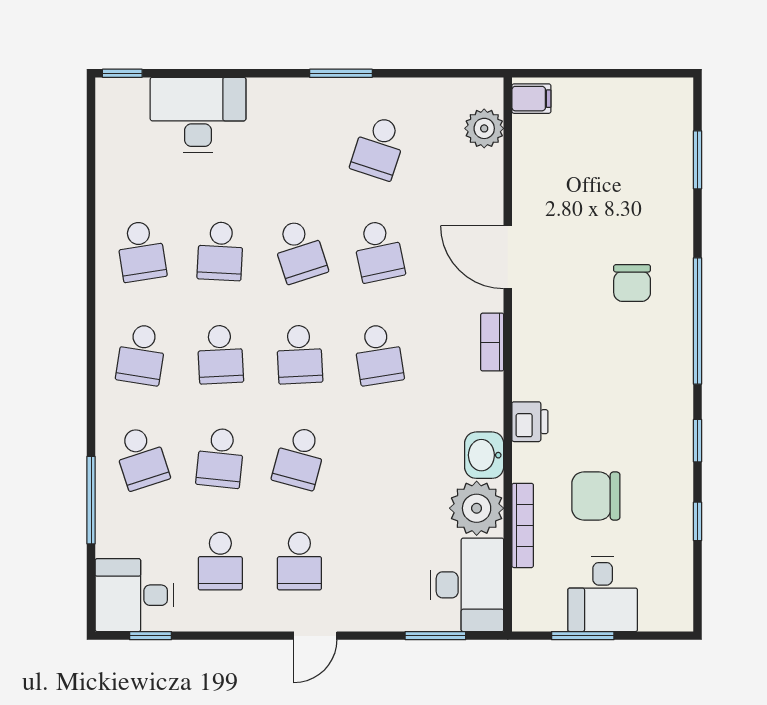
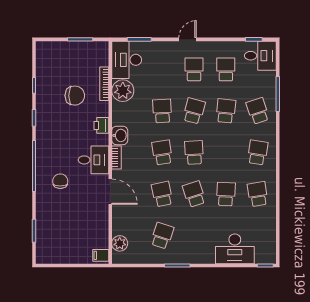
school desk: (220, 354) -> (162, 111), moved
washbasin: (484, 455) -> (120, 135), moved
desk: (603, 594) -> (93, 160), moved, turned 90

